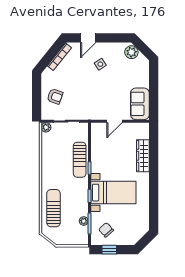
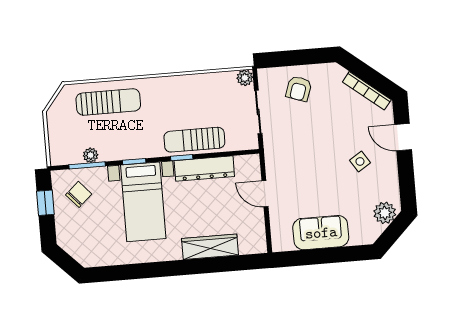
sofa: (140, 104) -> (321, 233), moved
dresser: (97, 155) -> (204, 169), added

